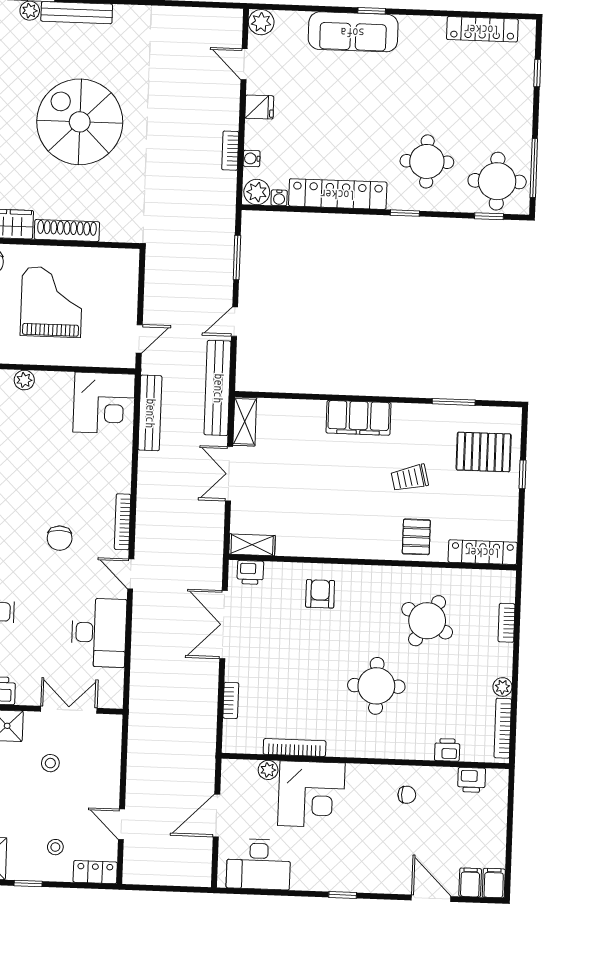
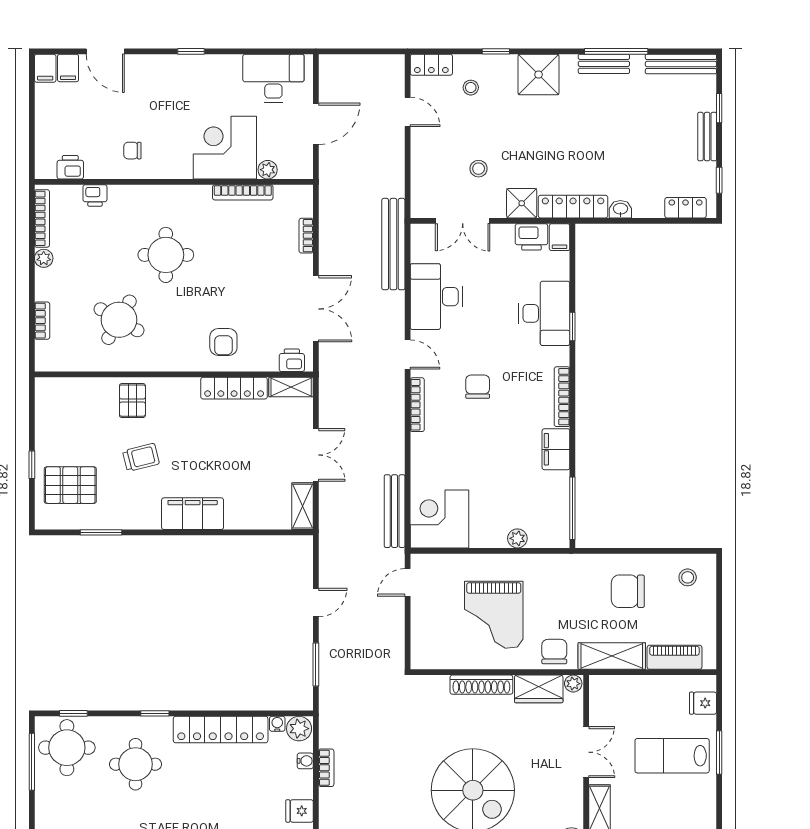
bench: (218, 388) -> (393, 244), moved
locker: (483, 552) -> (234, 388), moved

